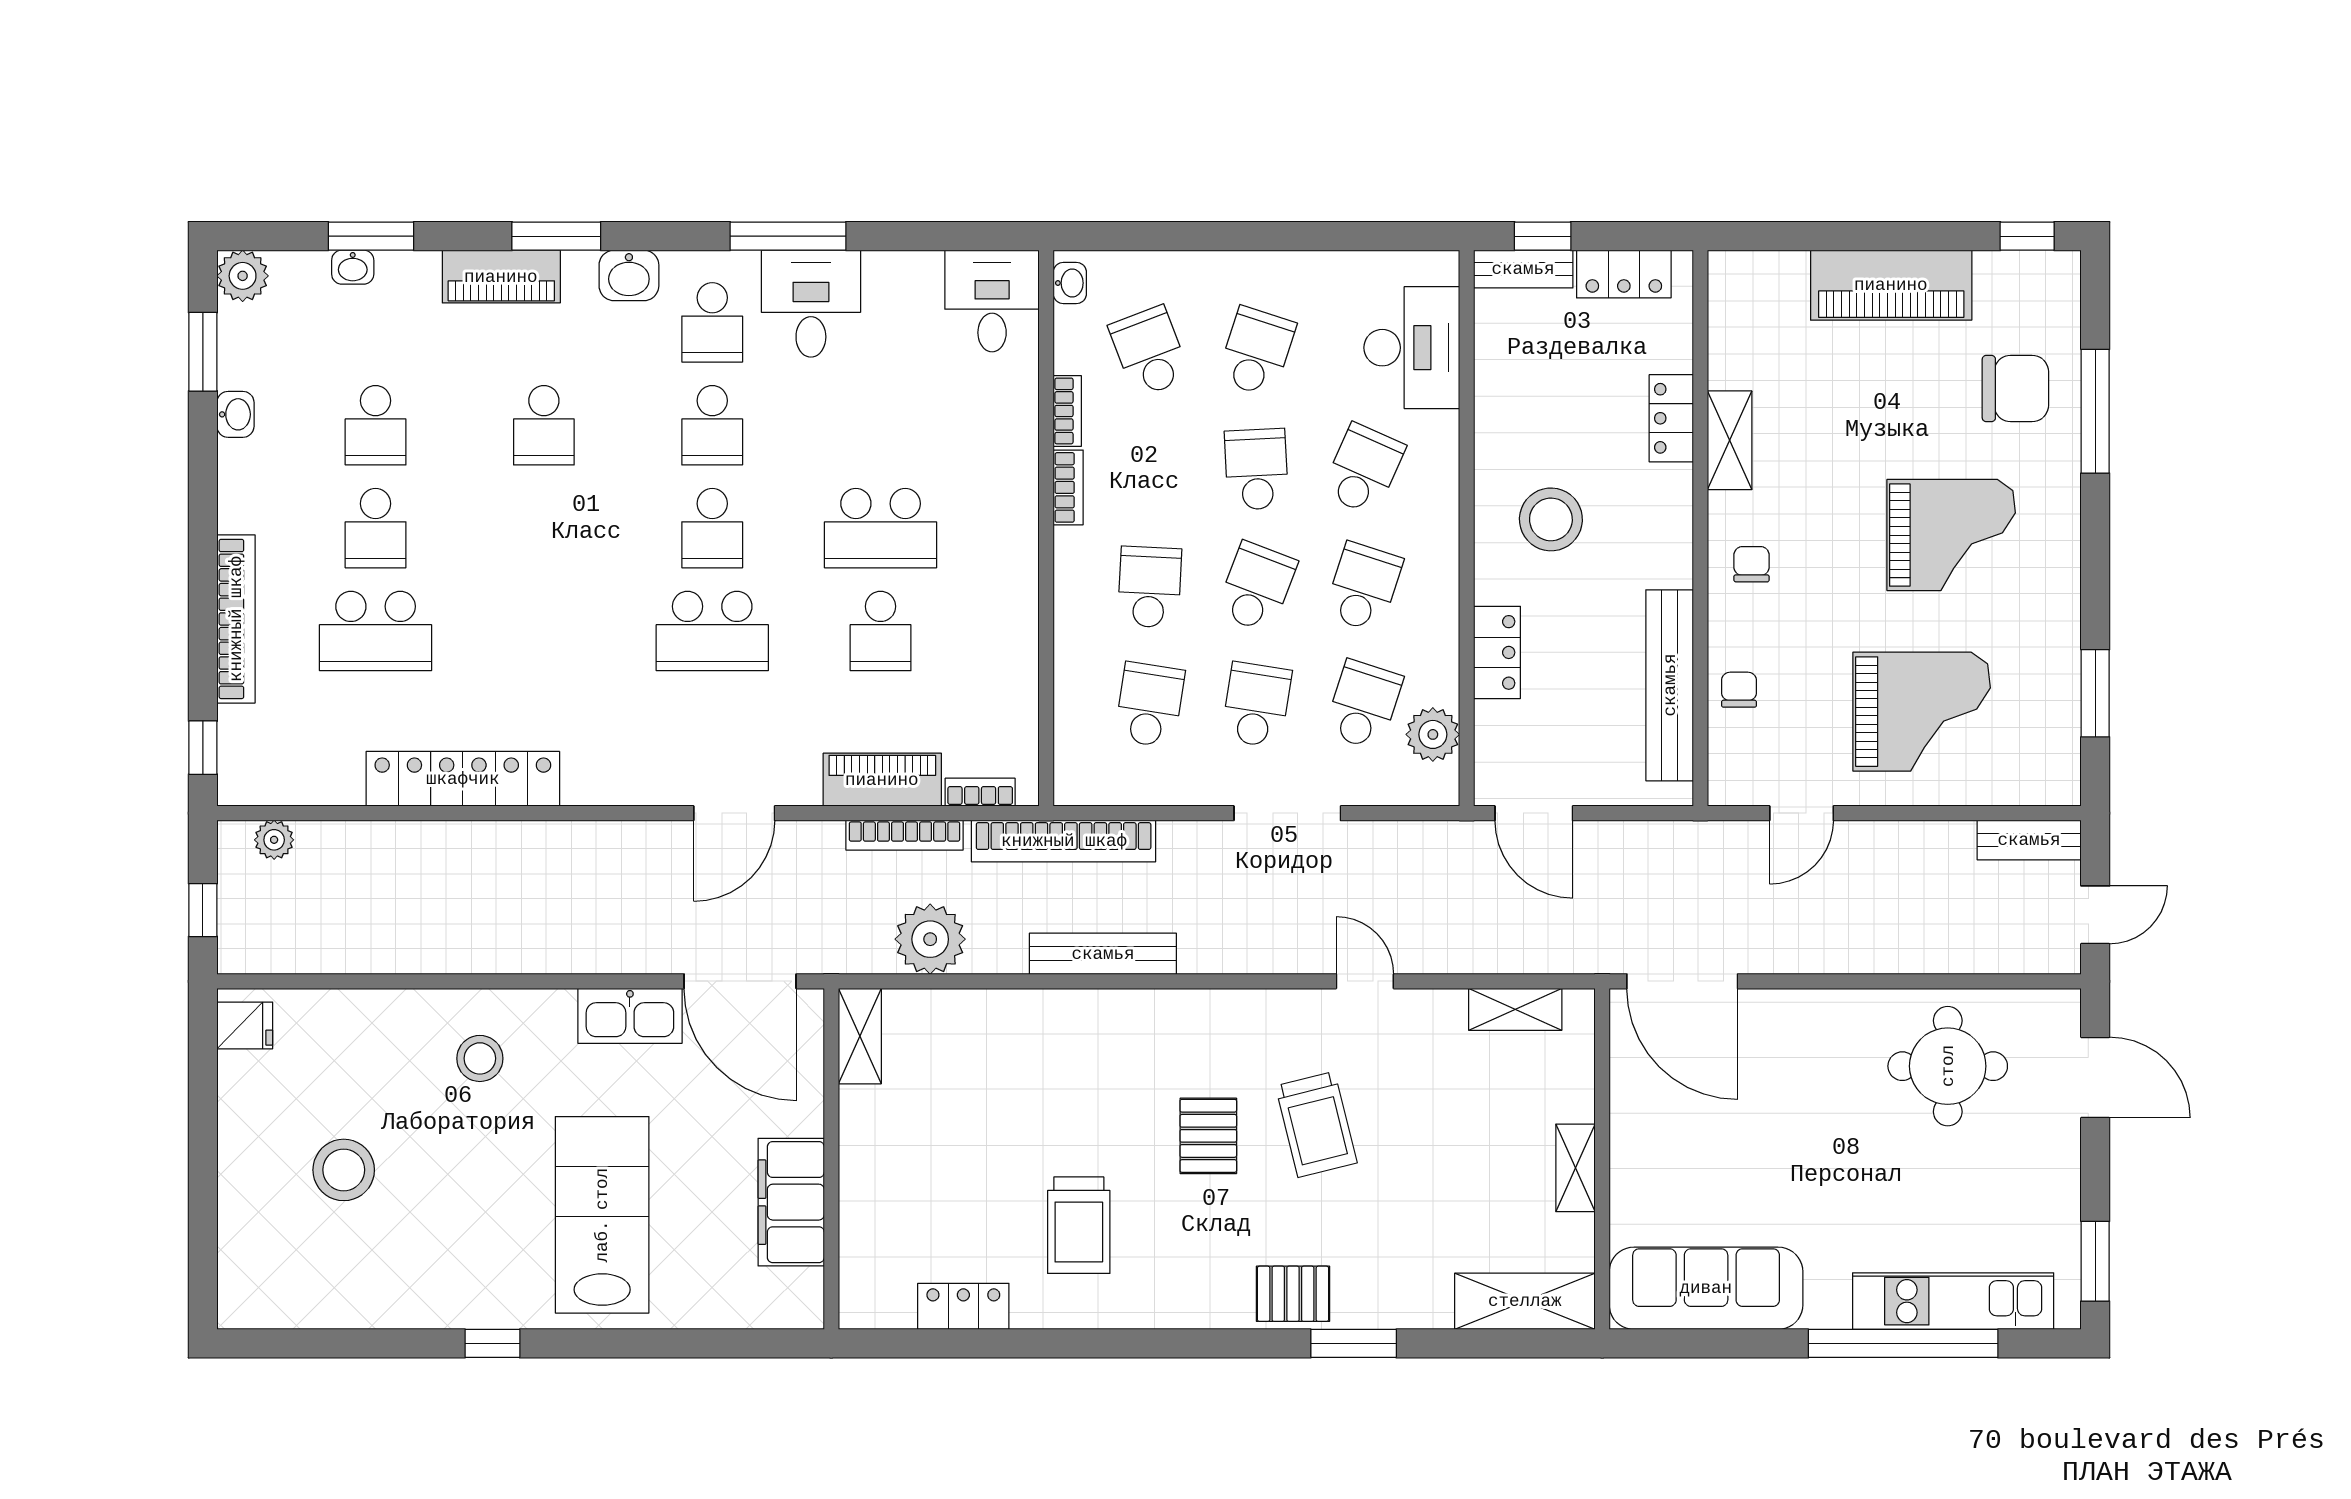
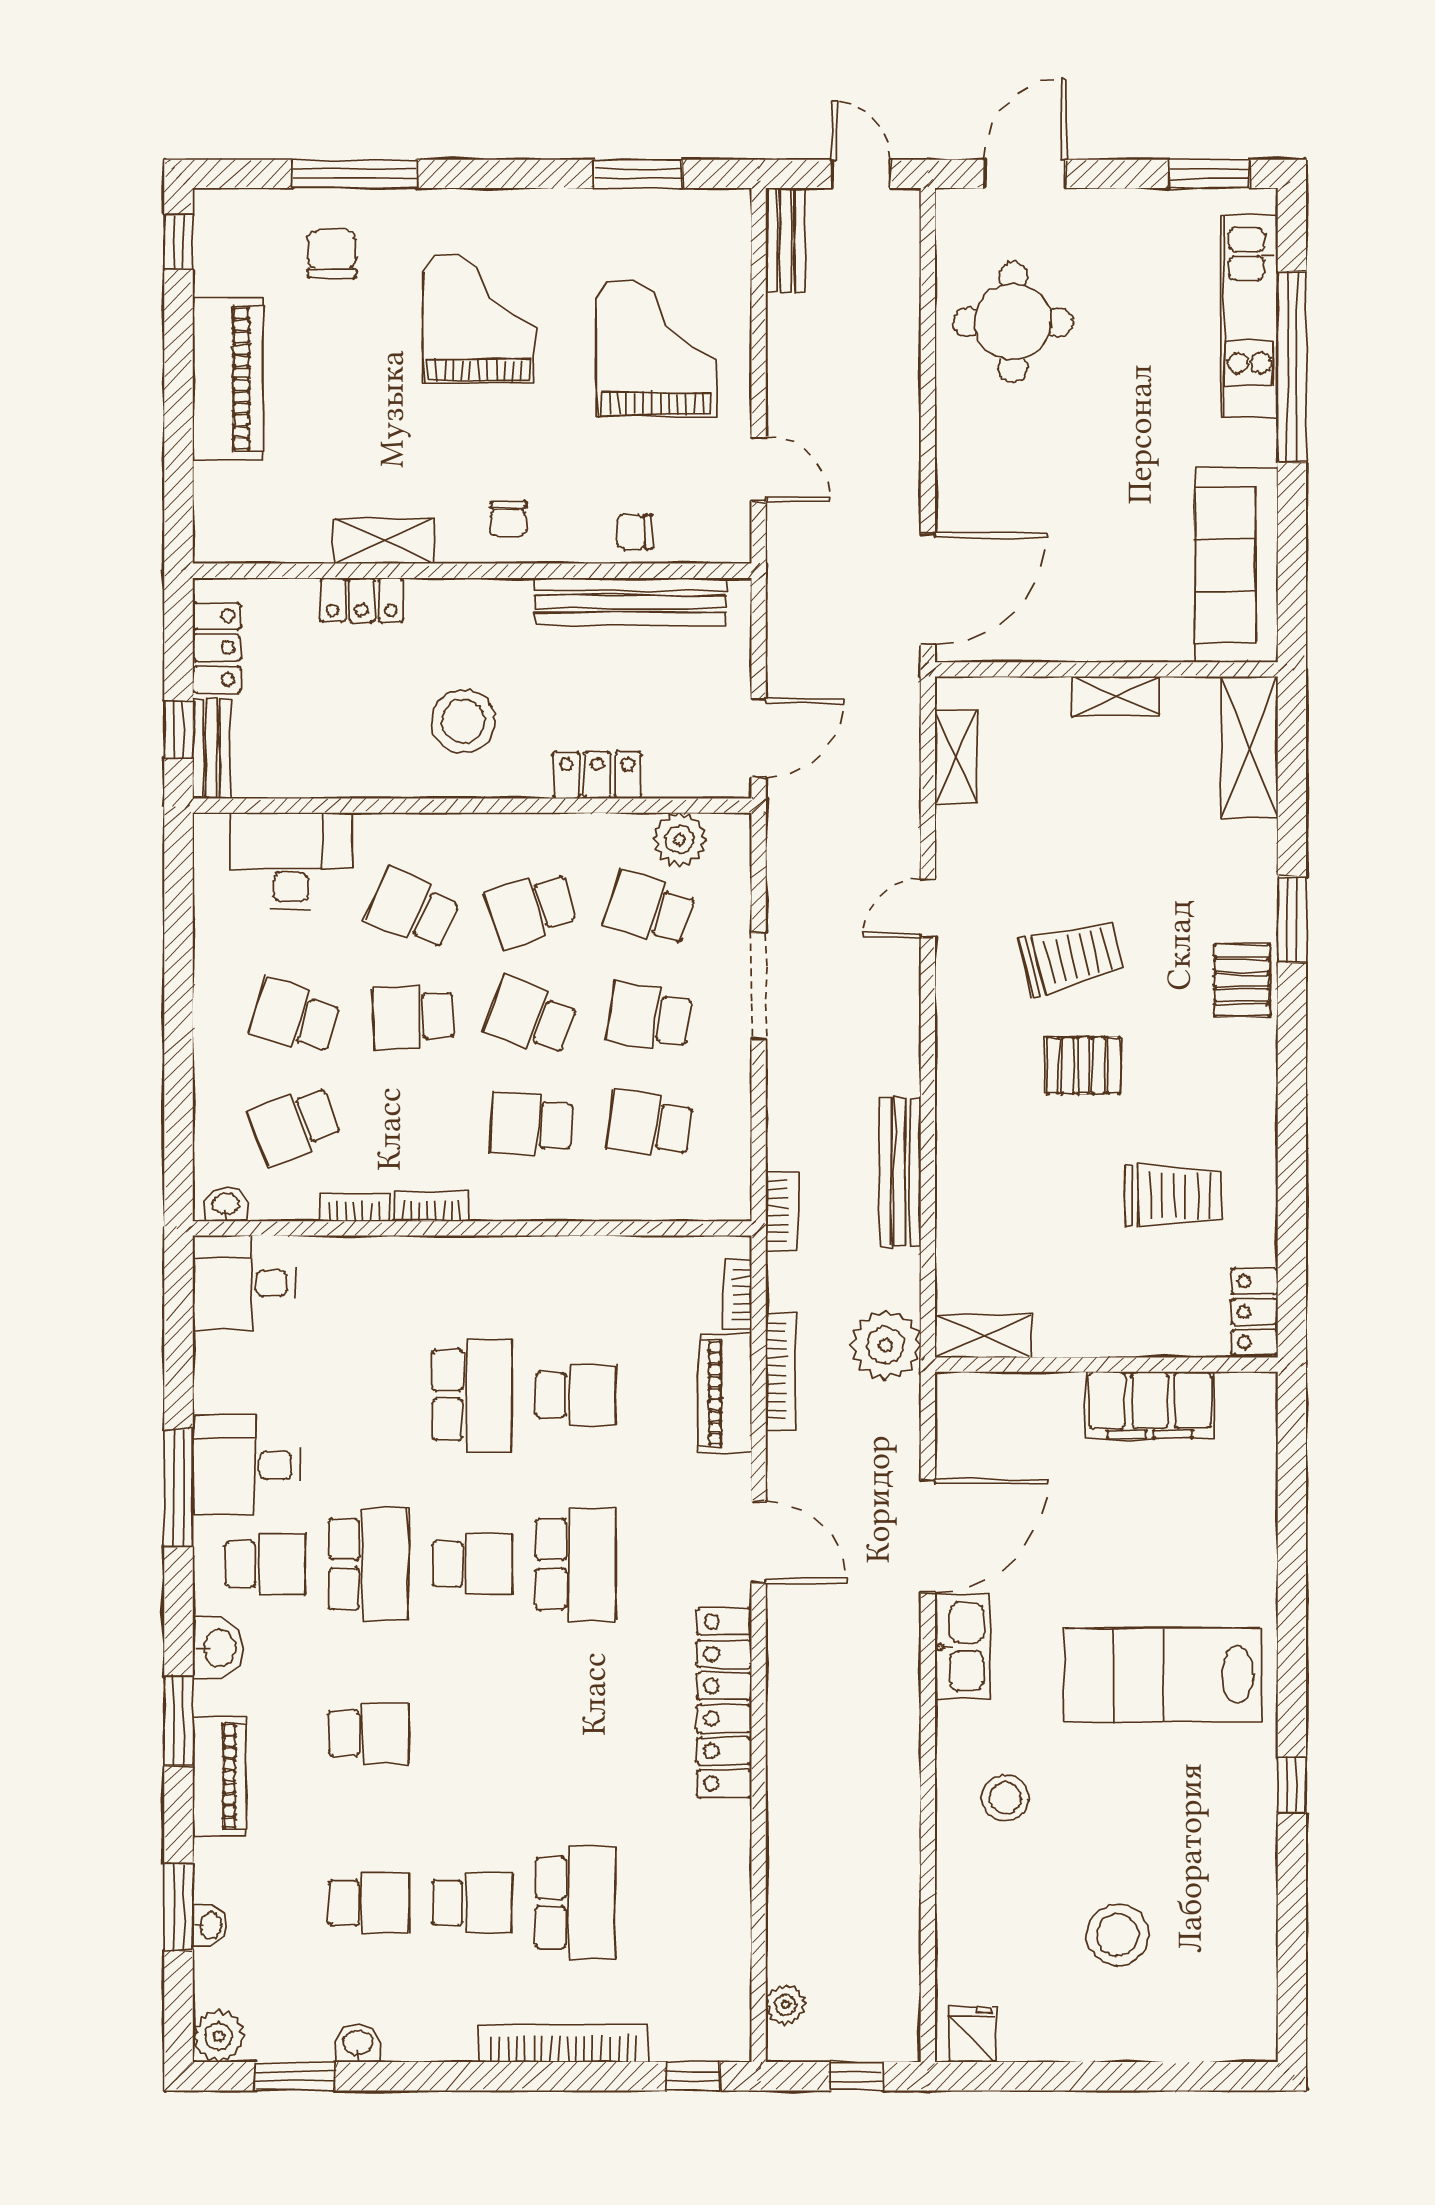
chair: (2015, 389) -> (332, 254), width x0.73, depth x0.73
school desk: (712, 425) -> (369, 1564), width x1.85
chair: (1752, 564) -> (508, 519), turned -90
school desk: (1363, 587) -> (531, 909), turned -36
locker: (463, 779) -> (724, 1702), moved
bookcase: (1064, 841) -> (782, 1211), width x0.43, depth x0.76
shelving: (860, 1036) -> (983, 1336), moved
wall: (831, 1159) -> (1106, 1365), moved
filing cabinet: (791, 1202) -> (1150, 1405), moved

